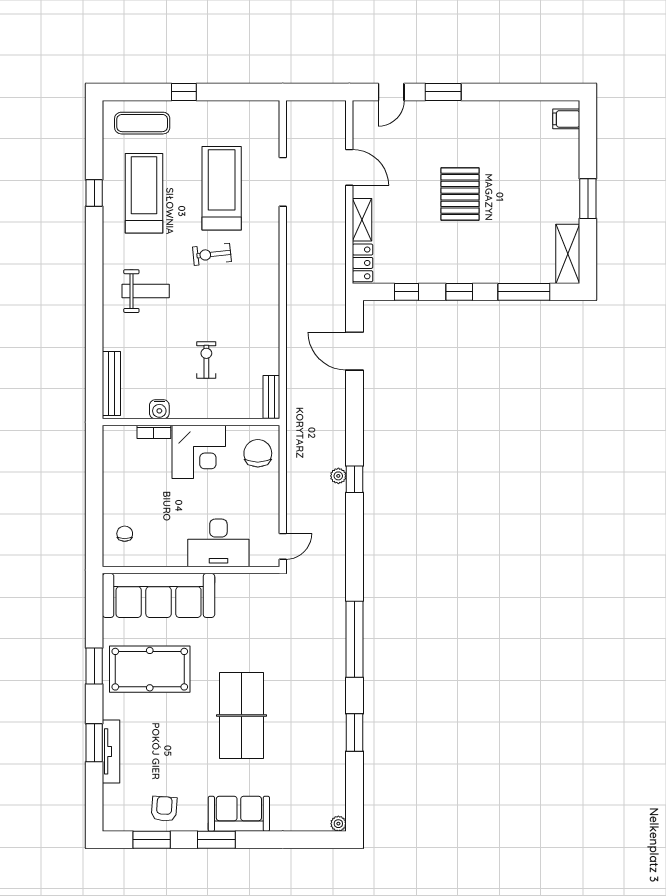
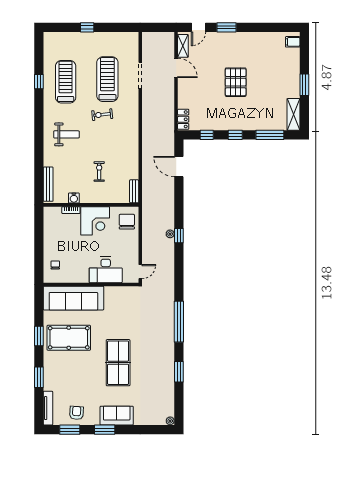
exercise mat: (142, 123) -> (65, 44), removed
shelving: (362, 220) -> (183, 46), moved
tv unit: (111, 751) -> (48, 408), moved

